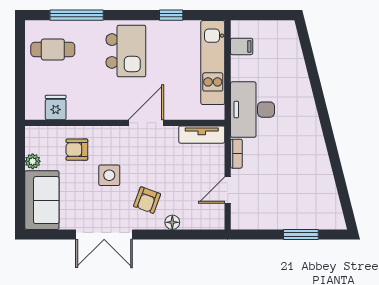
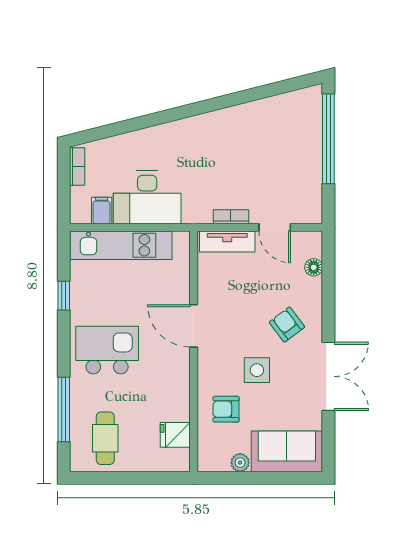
bookcase: (278, 26) -> (77, 166), added
desk: (252, 110) -> (147, 197), moved
tv unit: (202, 135) -> (227, 241), moved, turned 90
armchair: (77, 150) -> (226, 409), turned 90
armchair: (147, 200) -> (287, 325), turned -147
floor lamp: (172, 222) -> (314, 267), moved
window: (301, 234) -> (328, 139), width x2.11

